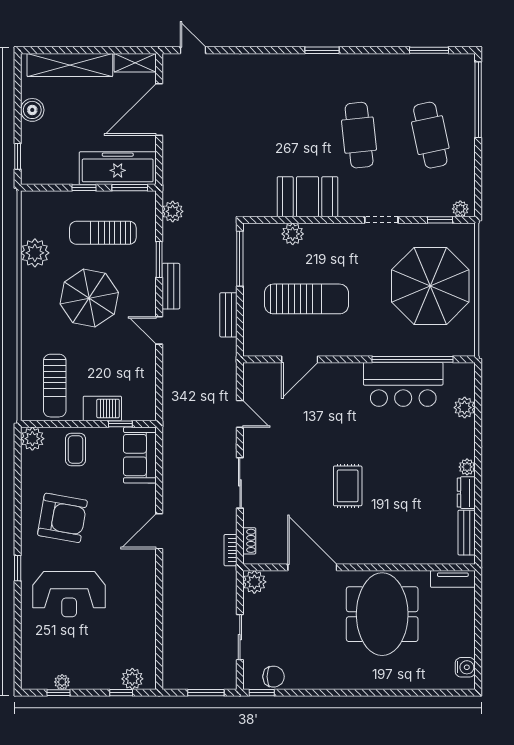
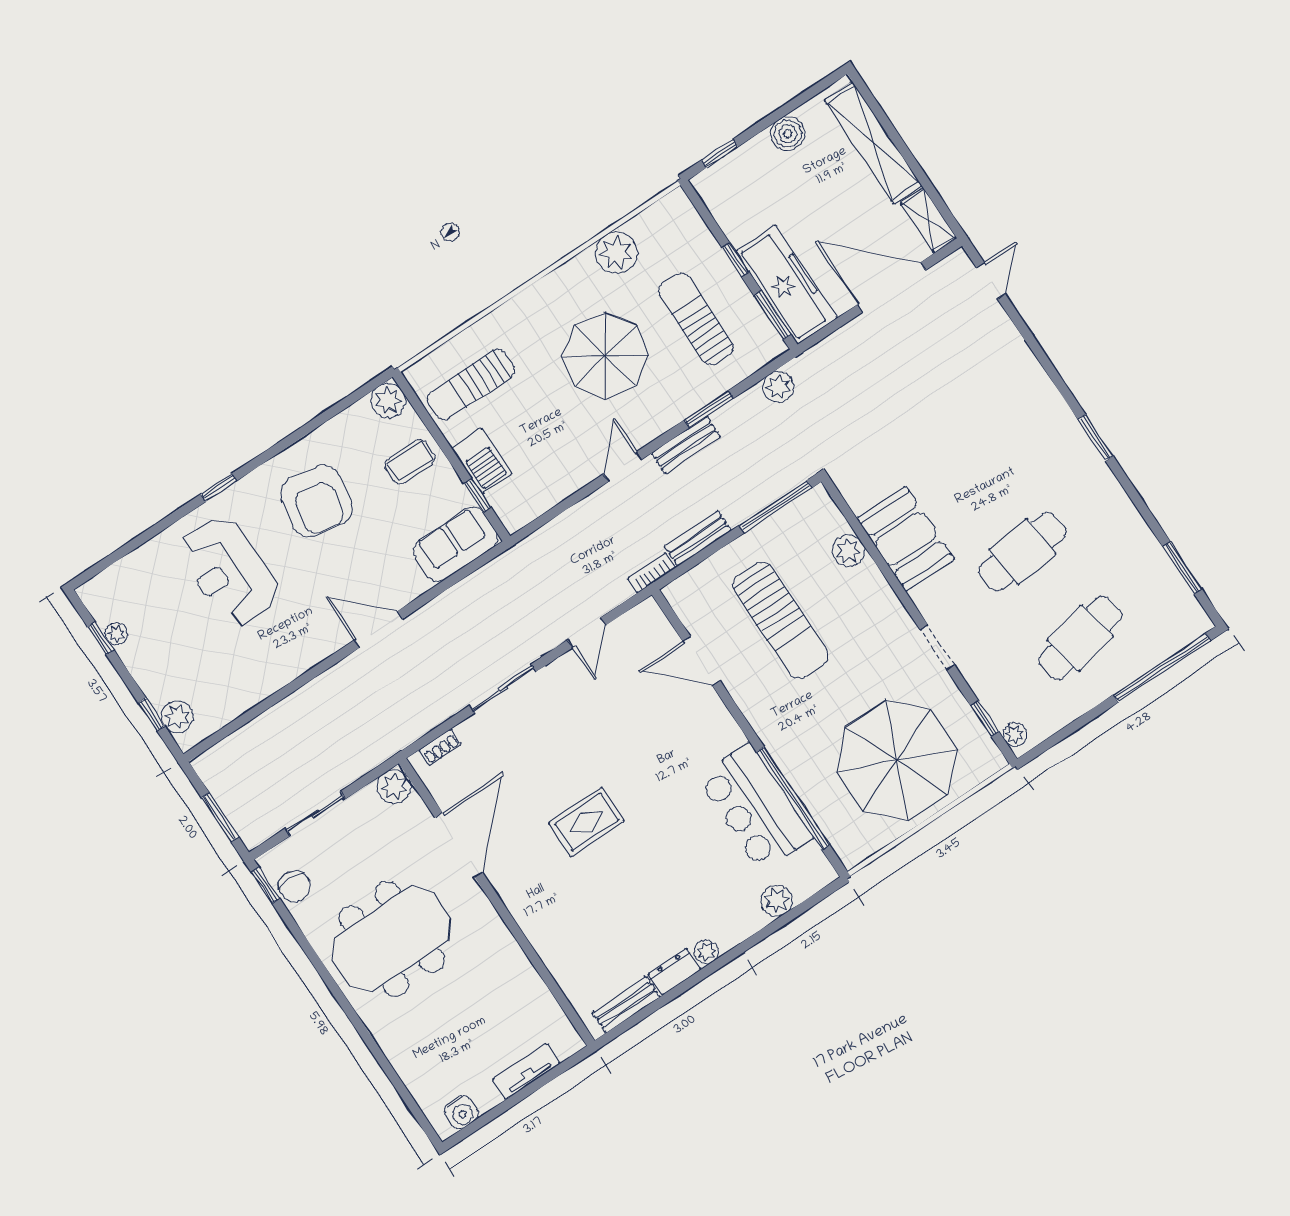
bookcase: (231, 550) -> (651, 573), moved
tv unit: (453, 579) -> (526, 1071), moved, turned 90
meeting table: (382, 614) -> (392, 939), moved

